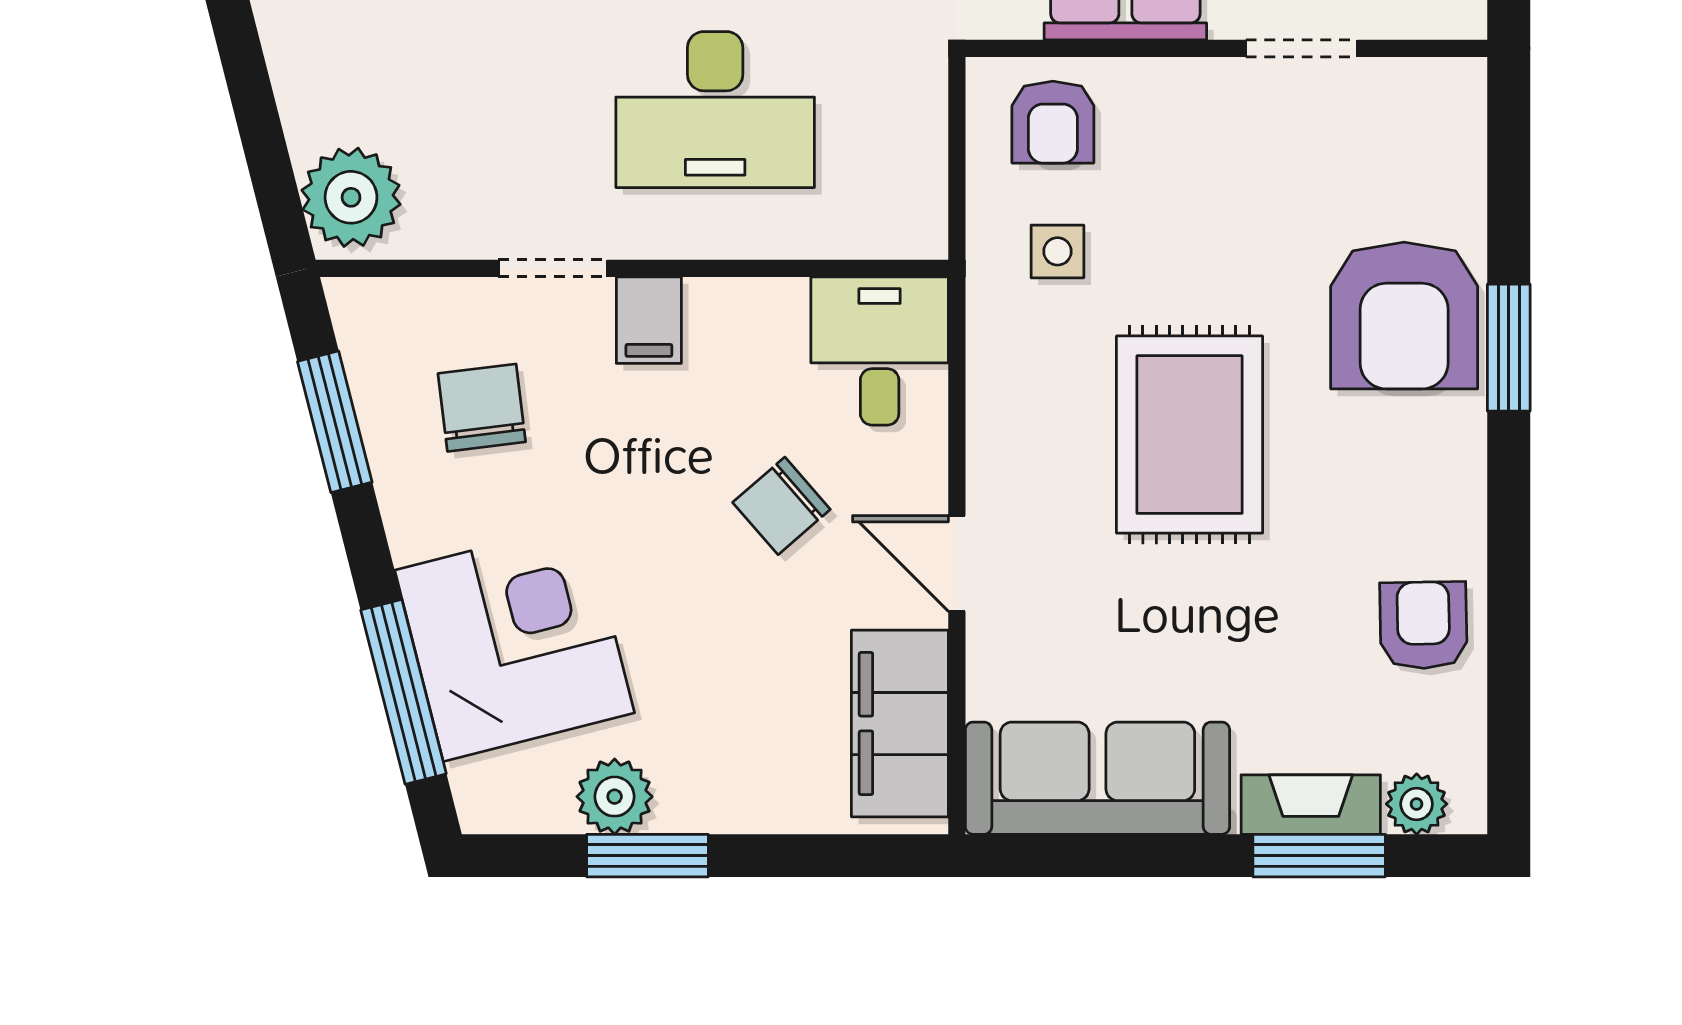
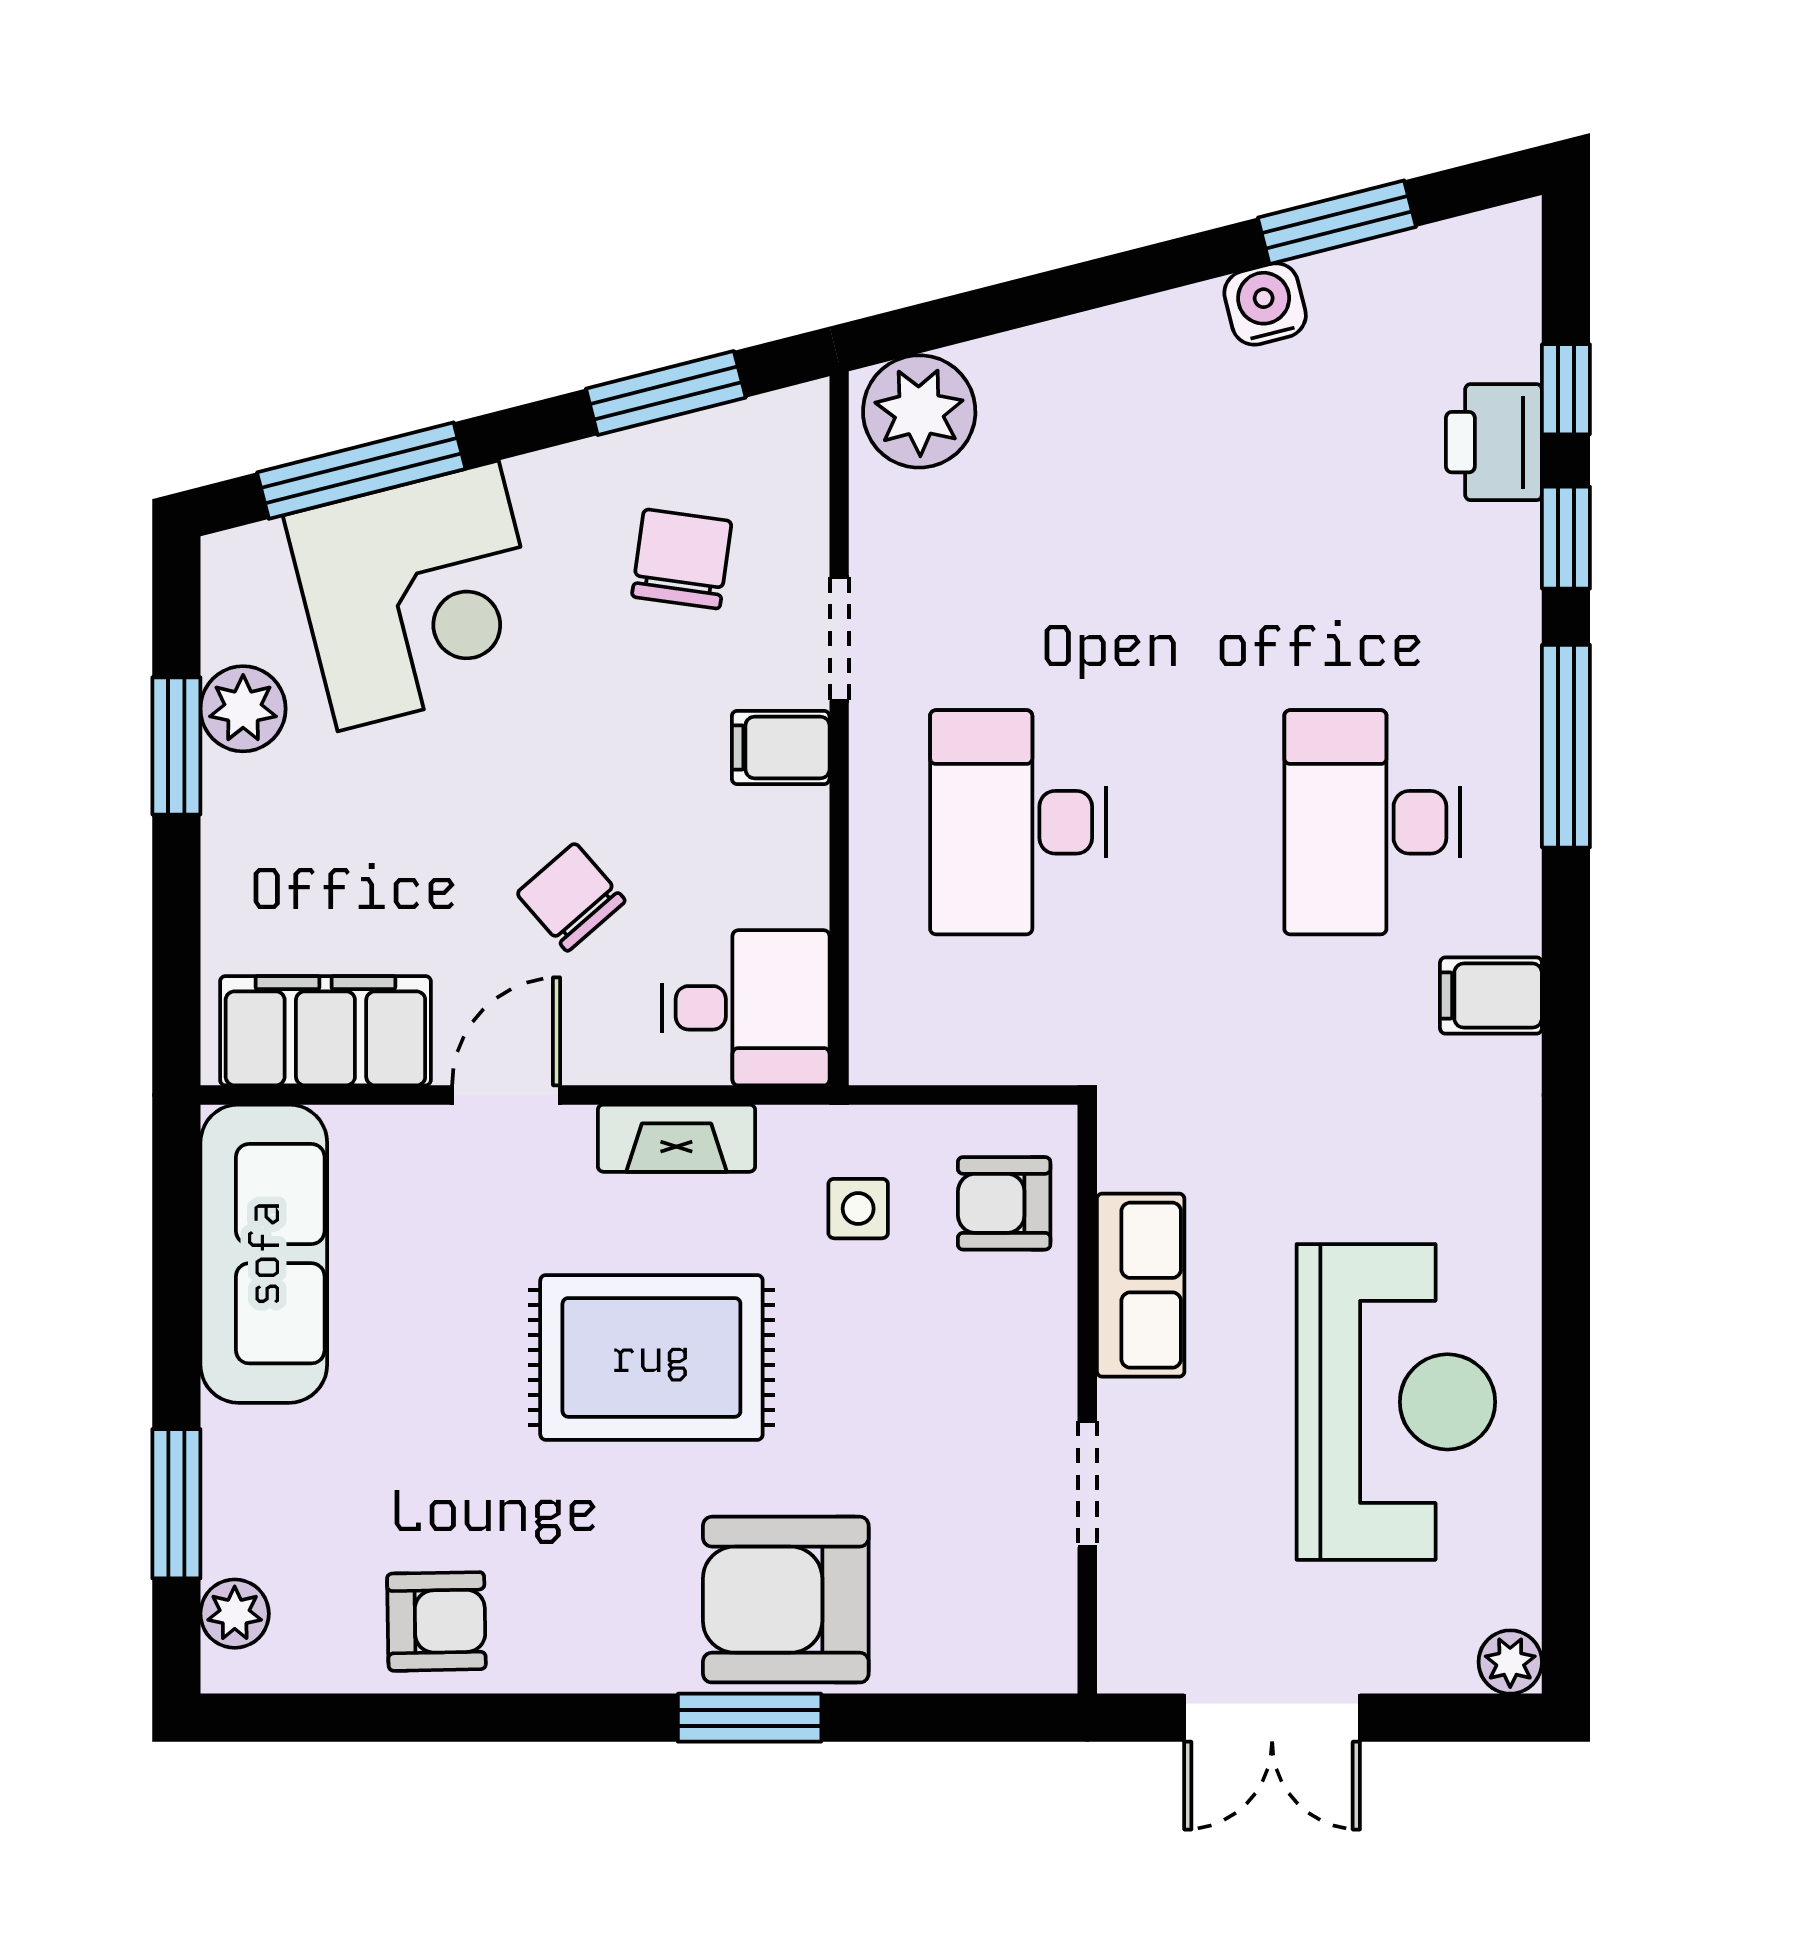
chair: (482, 408) -> (682, 559), turned -75
fireplace: (1311, 805) -> (676, 1138), moved, turned 90

